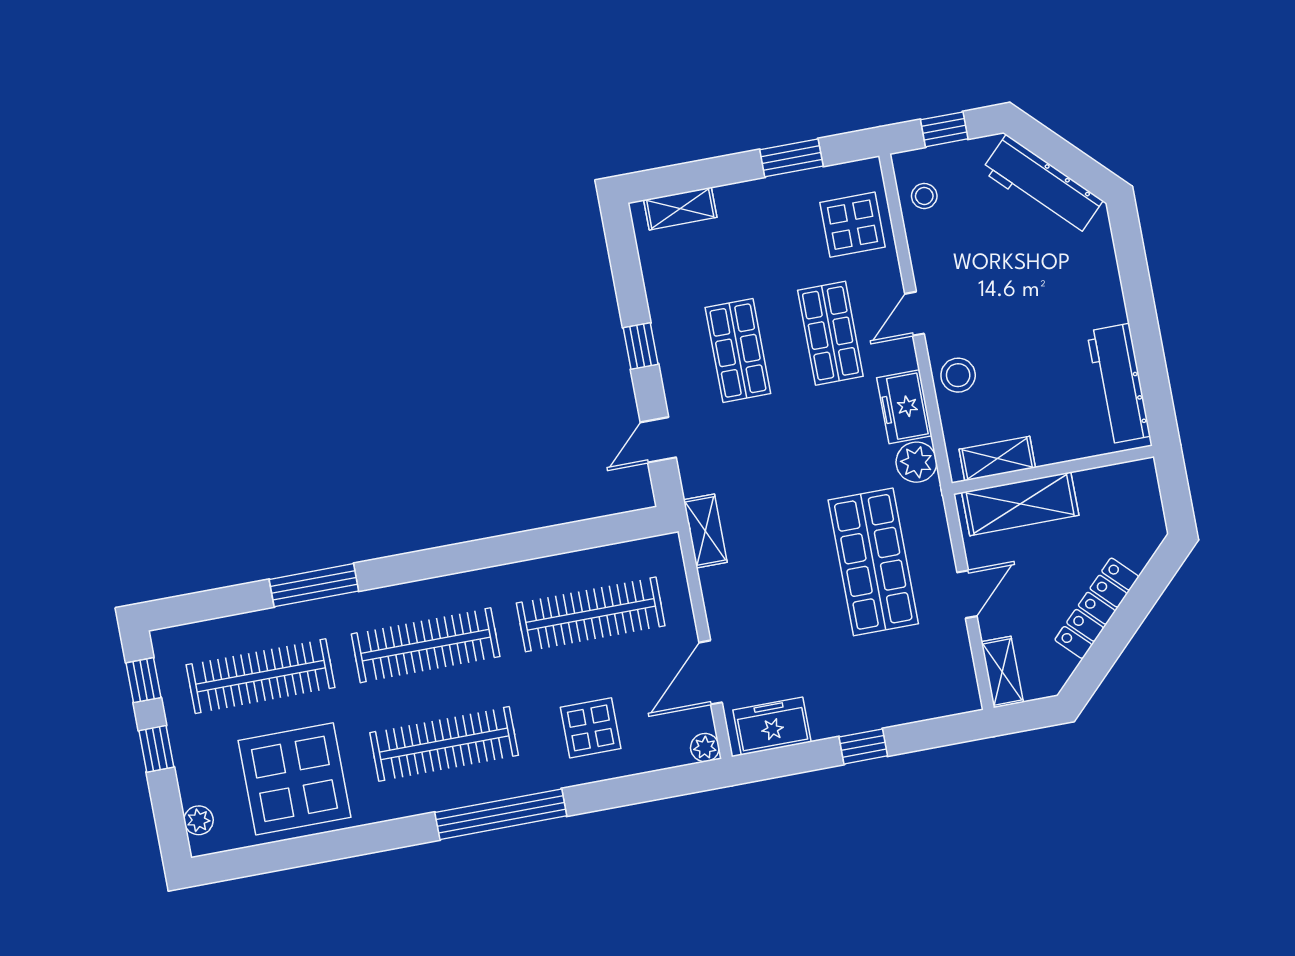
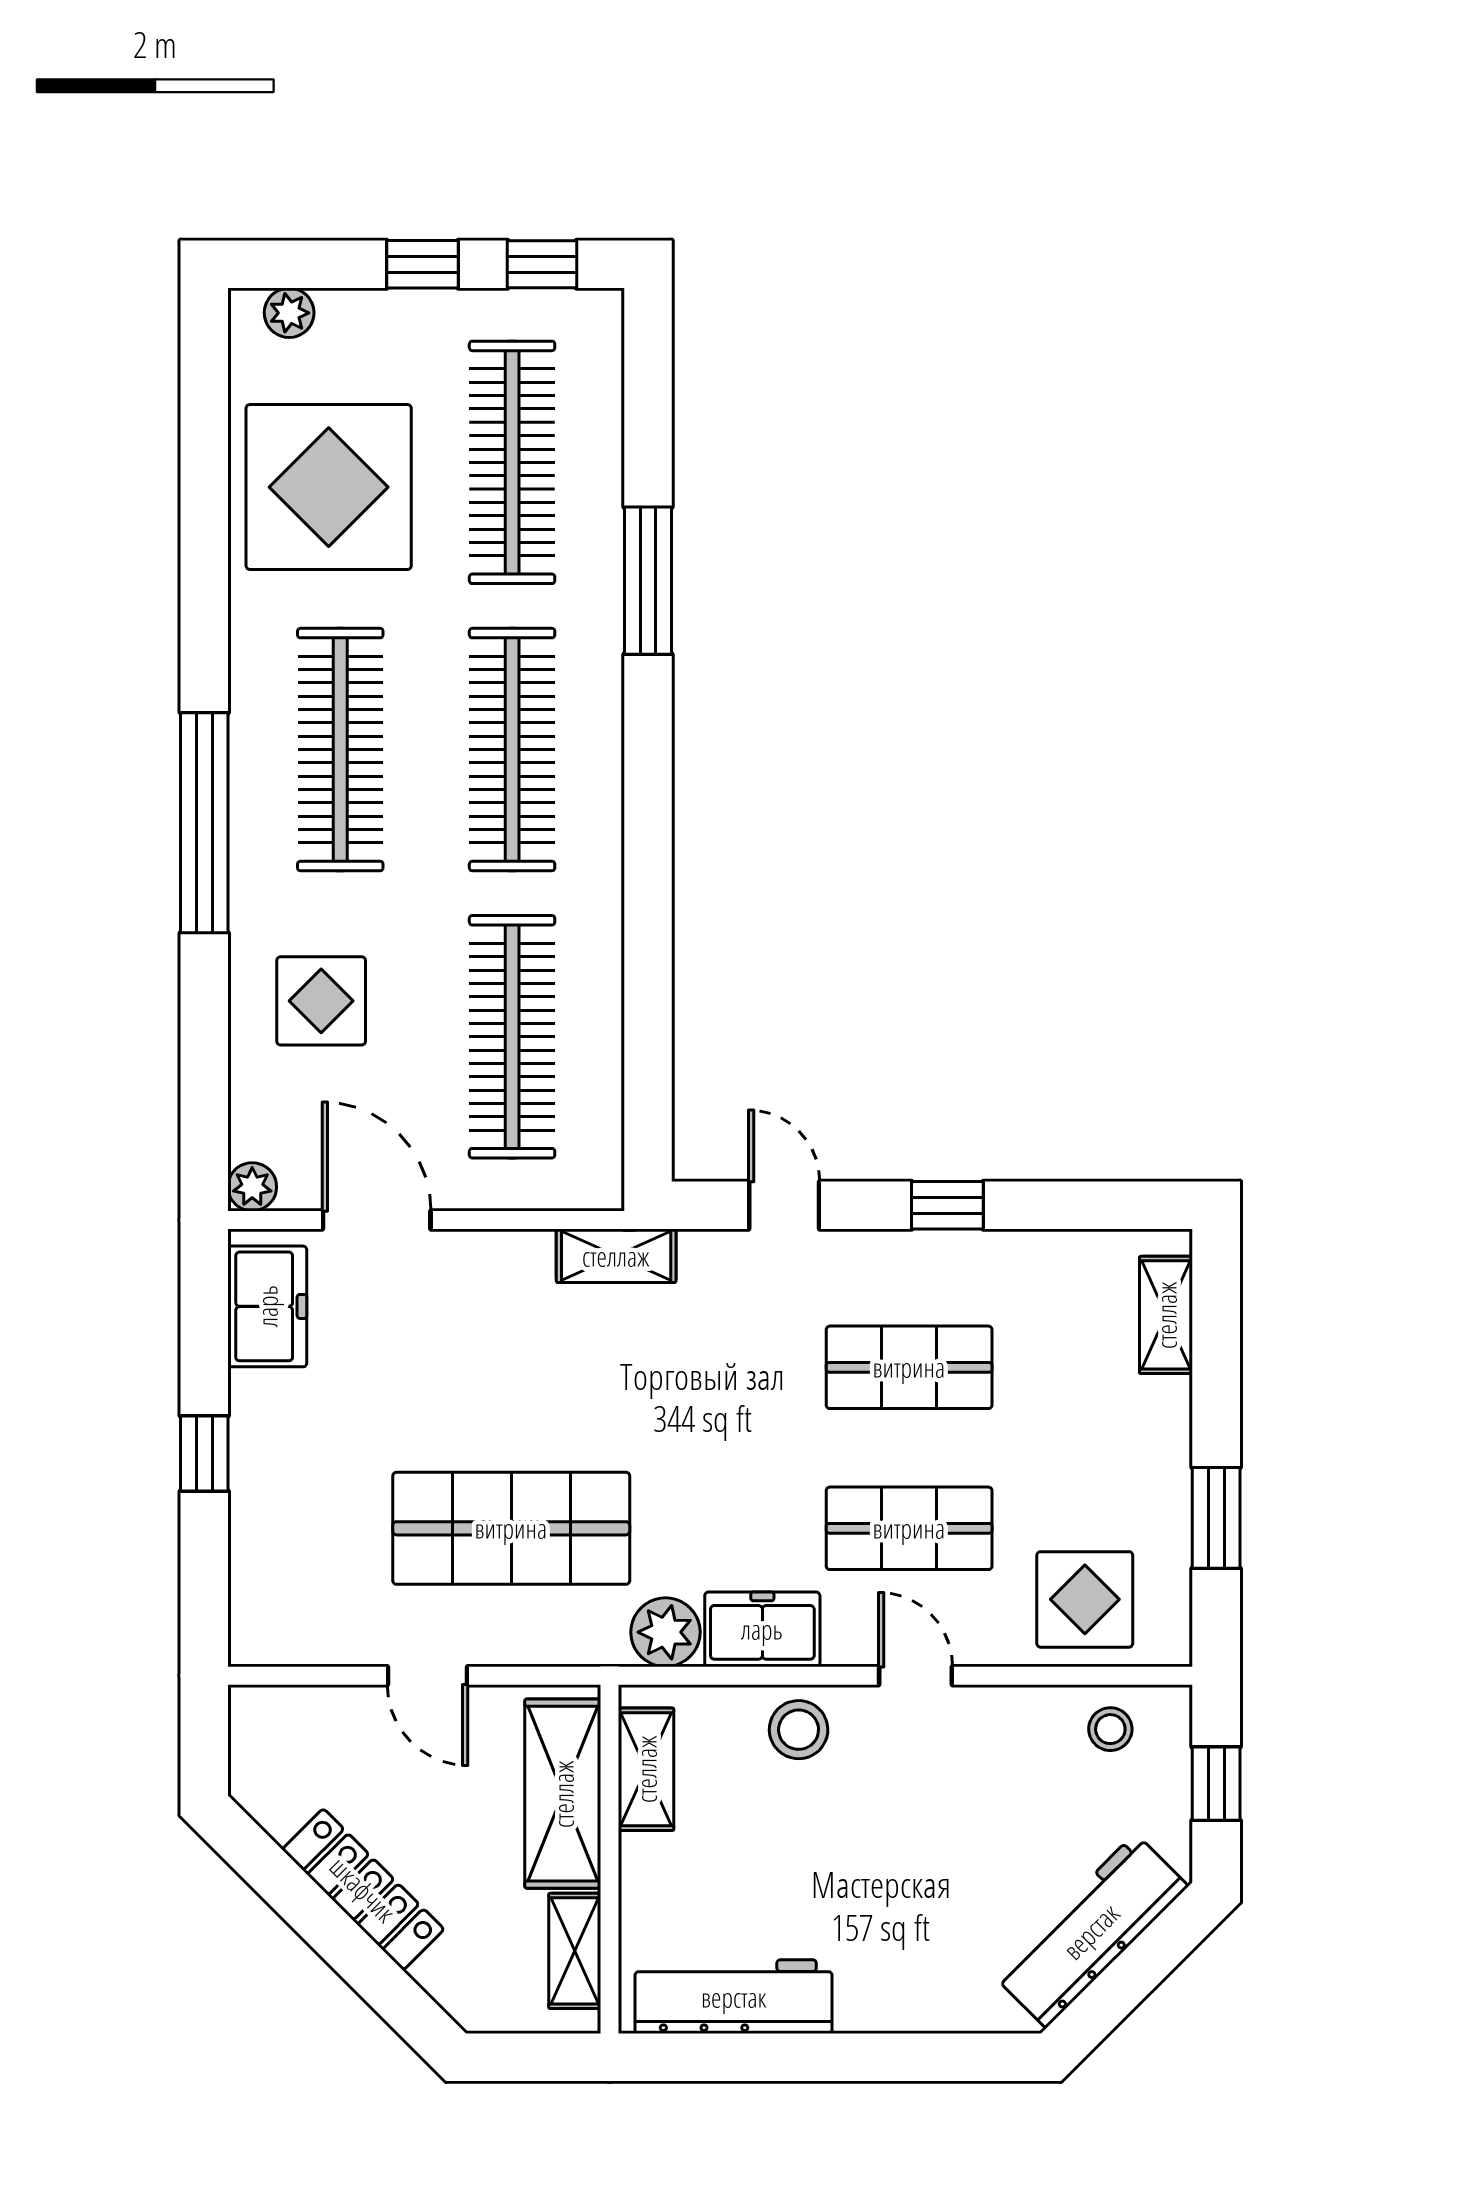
shelving: (1002, 672) -> (575, 1951), moved, turned 90

